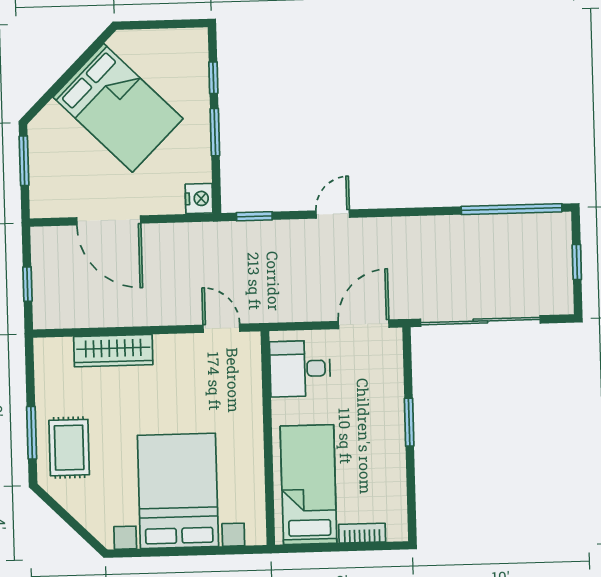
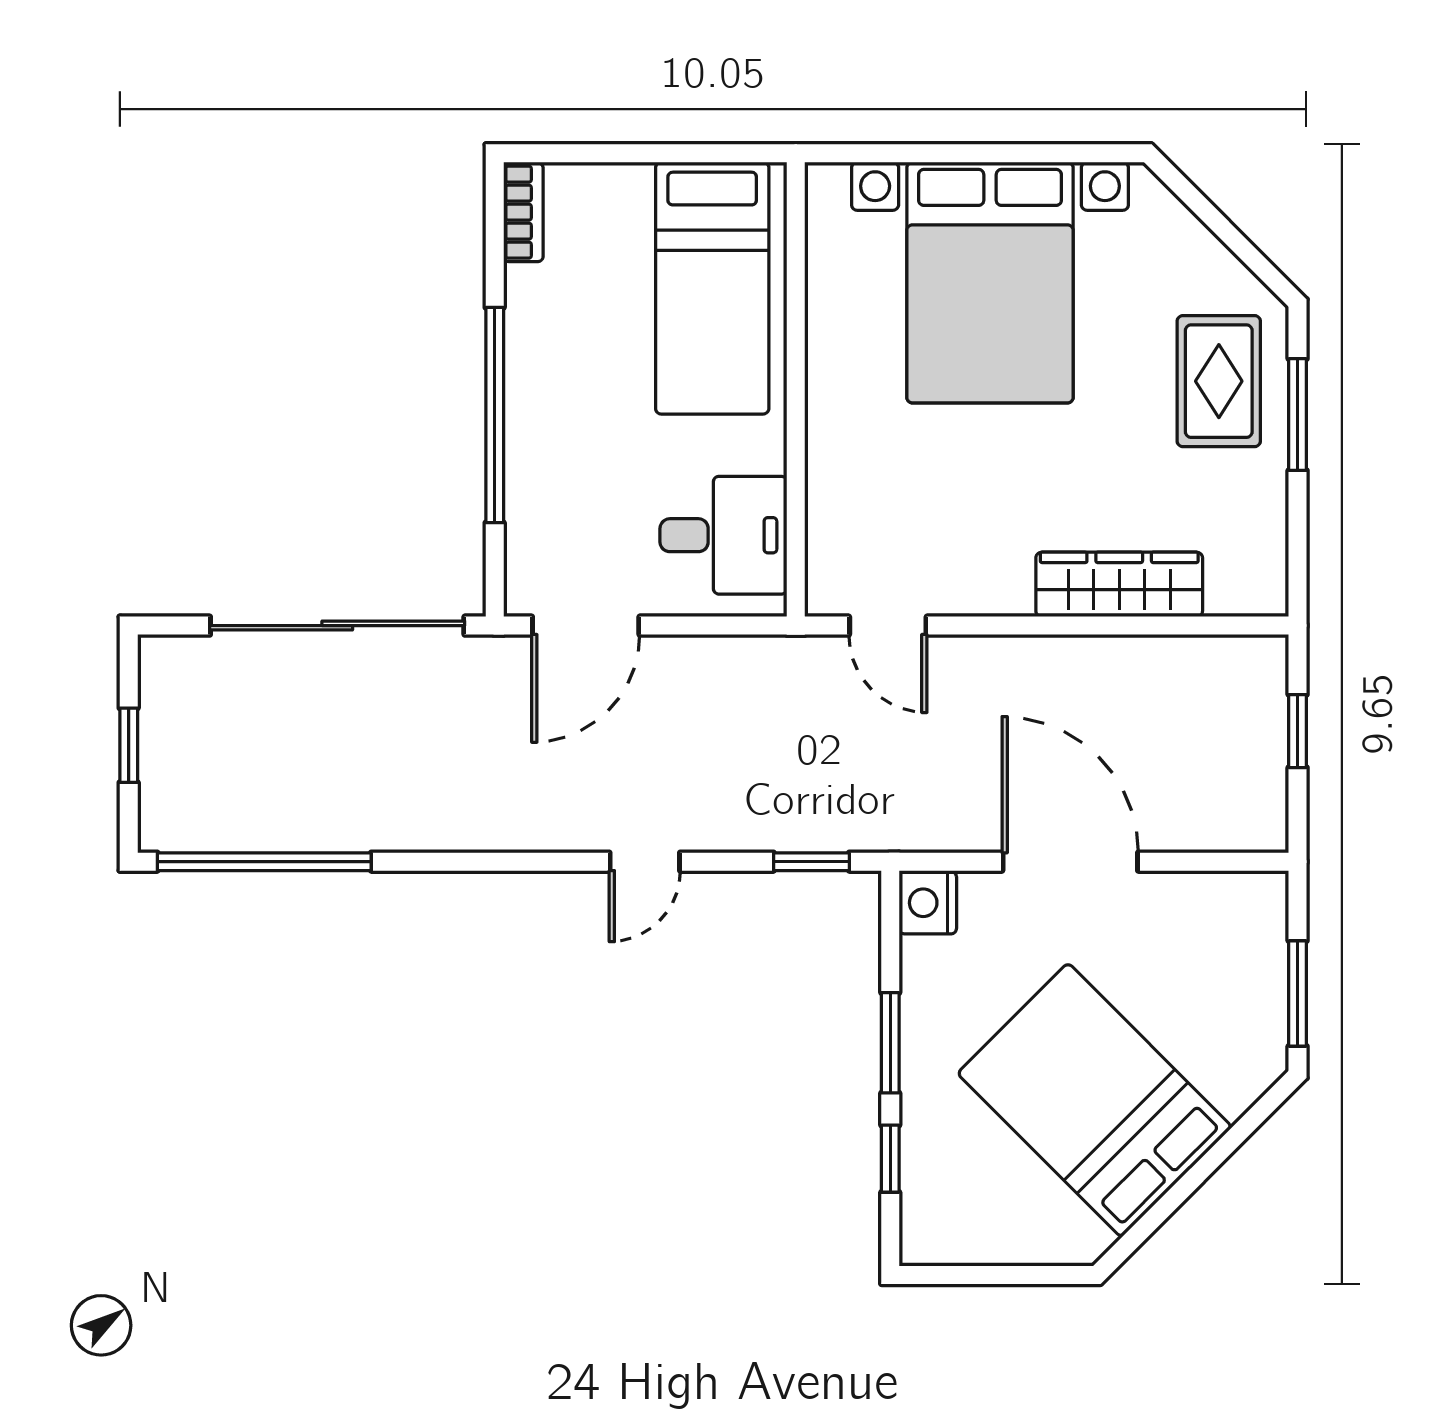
door: (109, 220) -> (1070, 862), moved
window: (409, 422) -> (495, 415), width x2.11
bookcase: (362, 533) -> (523, 212), moved, turned -90

